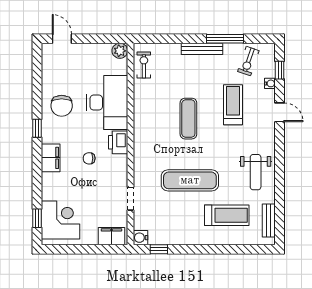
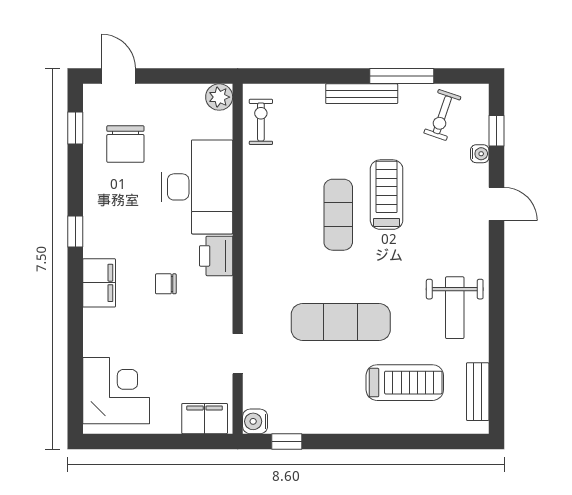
treadmill: (233, 105) -> (387, 195), moved
chair: (62, 106) -> (125, 144), moved
window: (37, 218) -> (75, 128), moved

